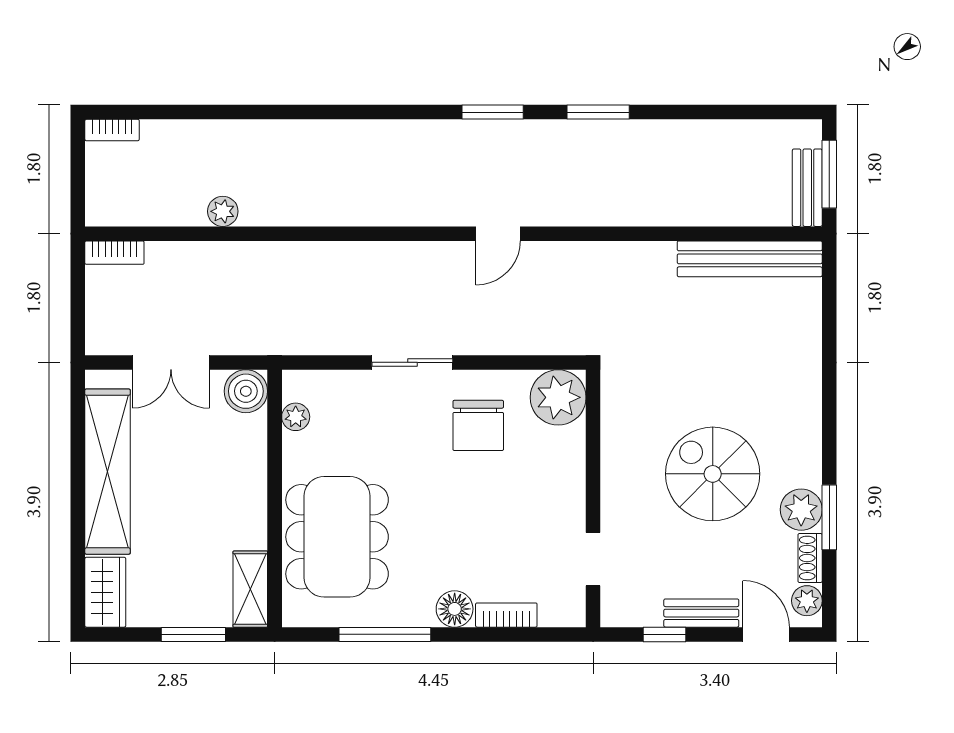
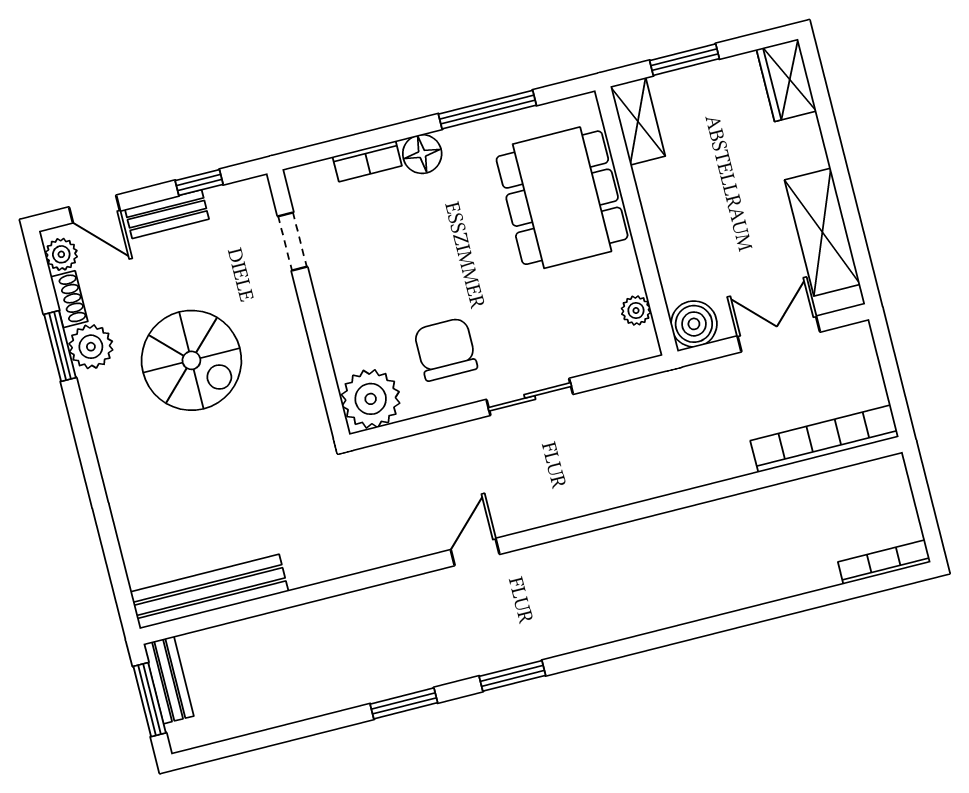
bookcase: (112, 130) -> (884, 562), width x1.56
plant: (223, 211) -> (765, 503), removed
bookcase: (114, 253) -> (825, 439), width x2.31, depth x1.31
shelving: (108, 472) -> (822, 232), width x0.68

